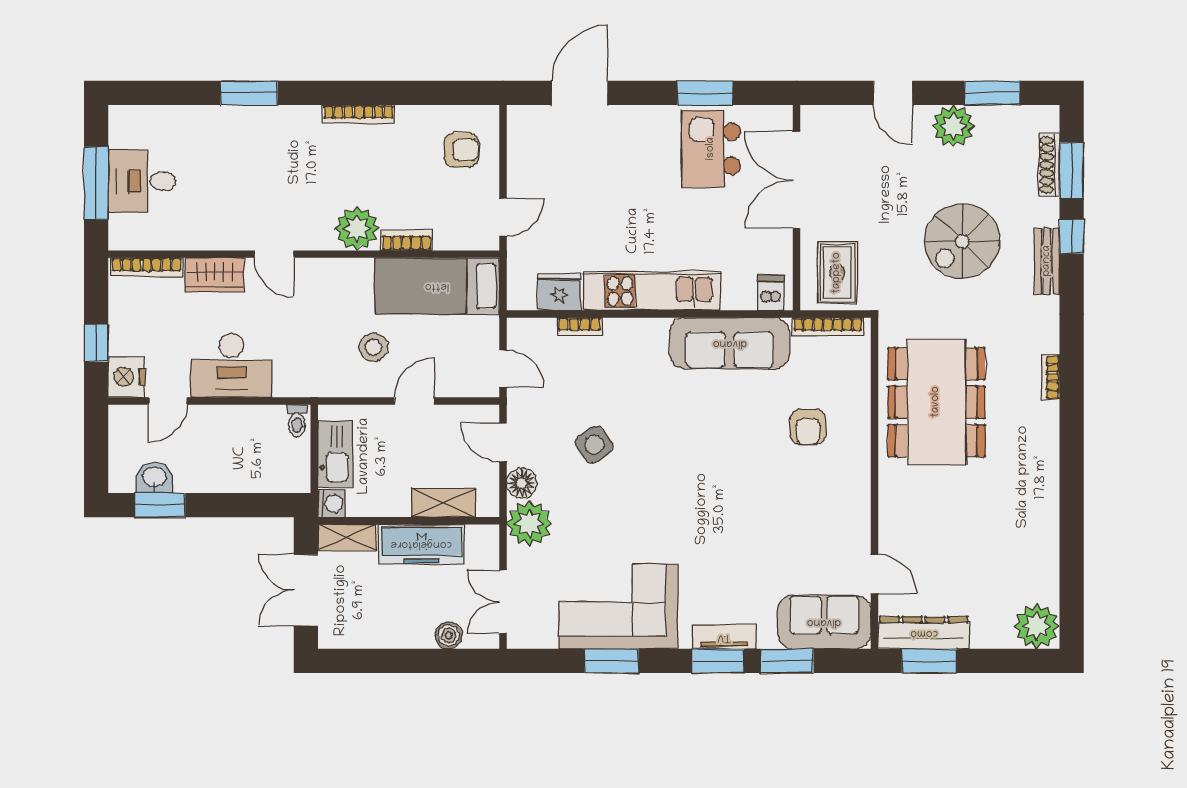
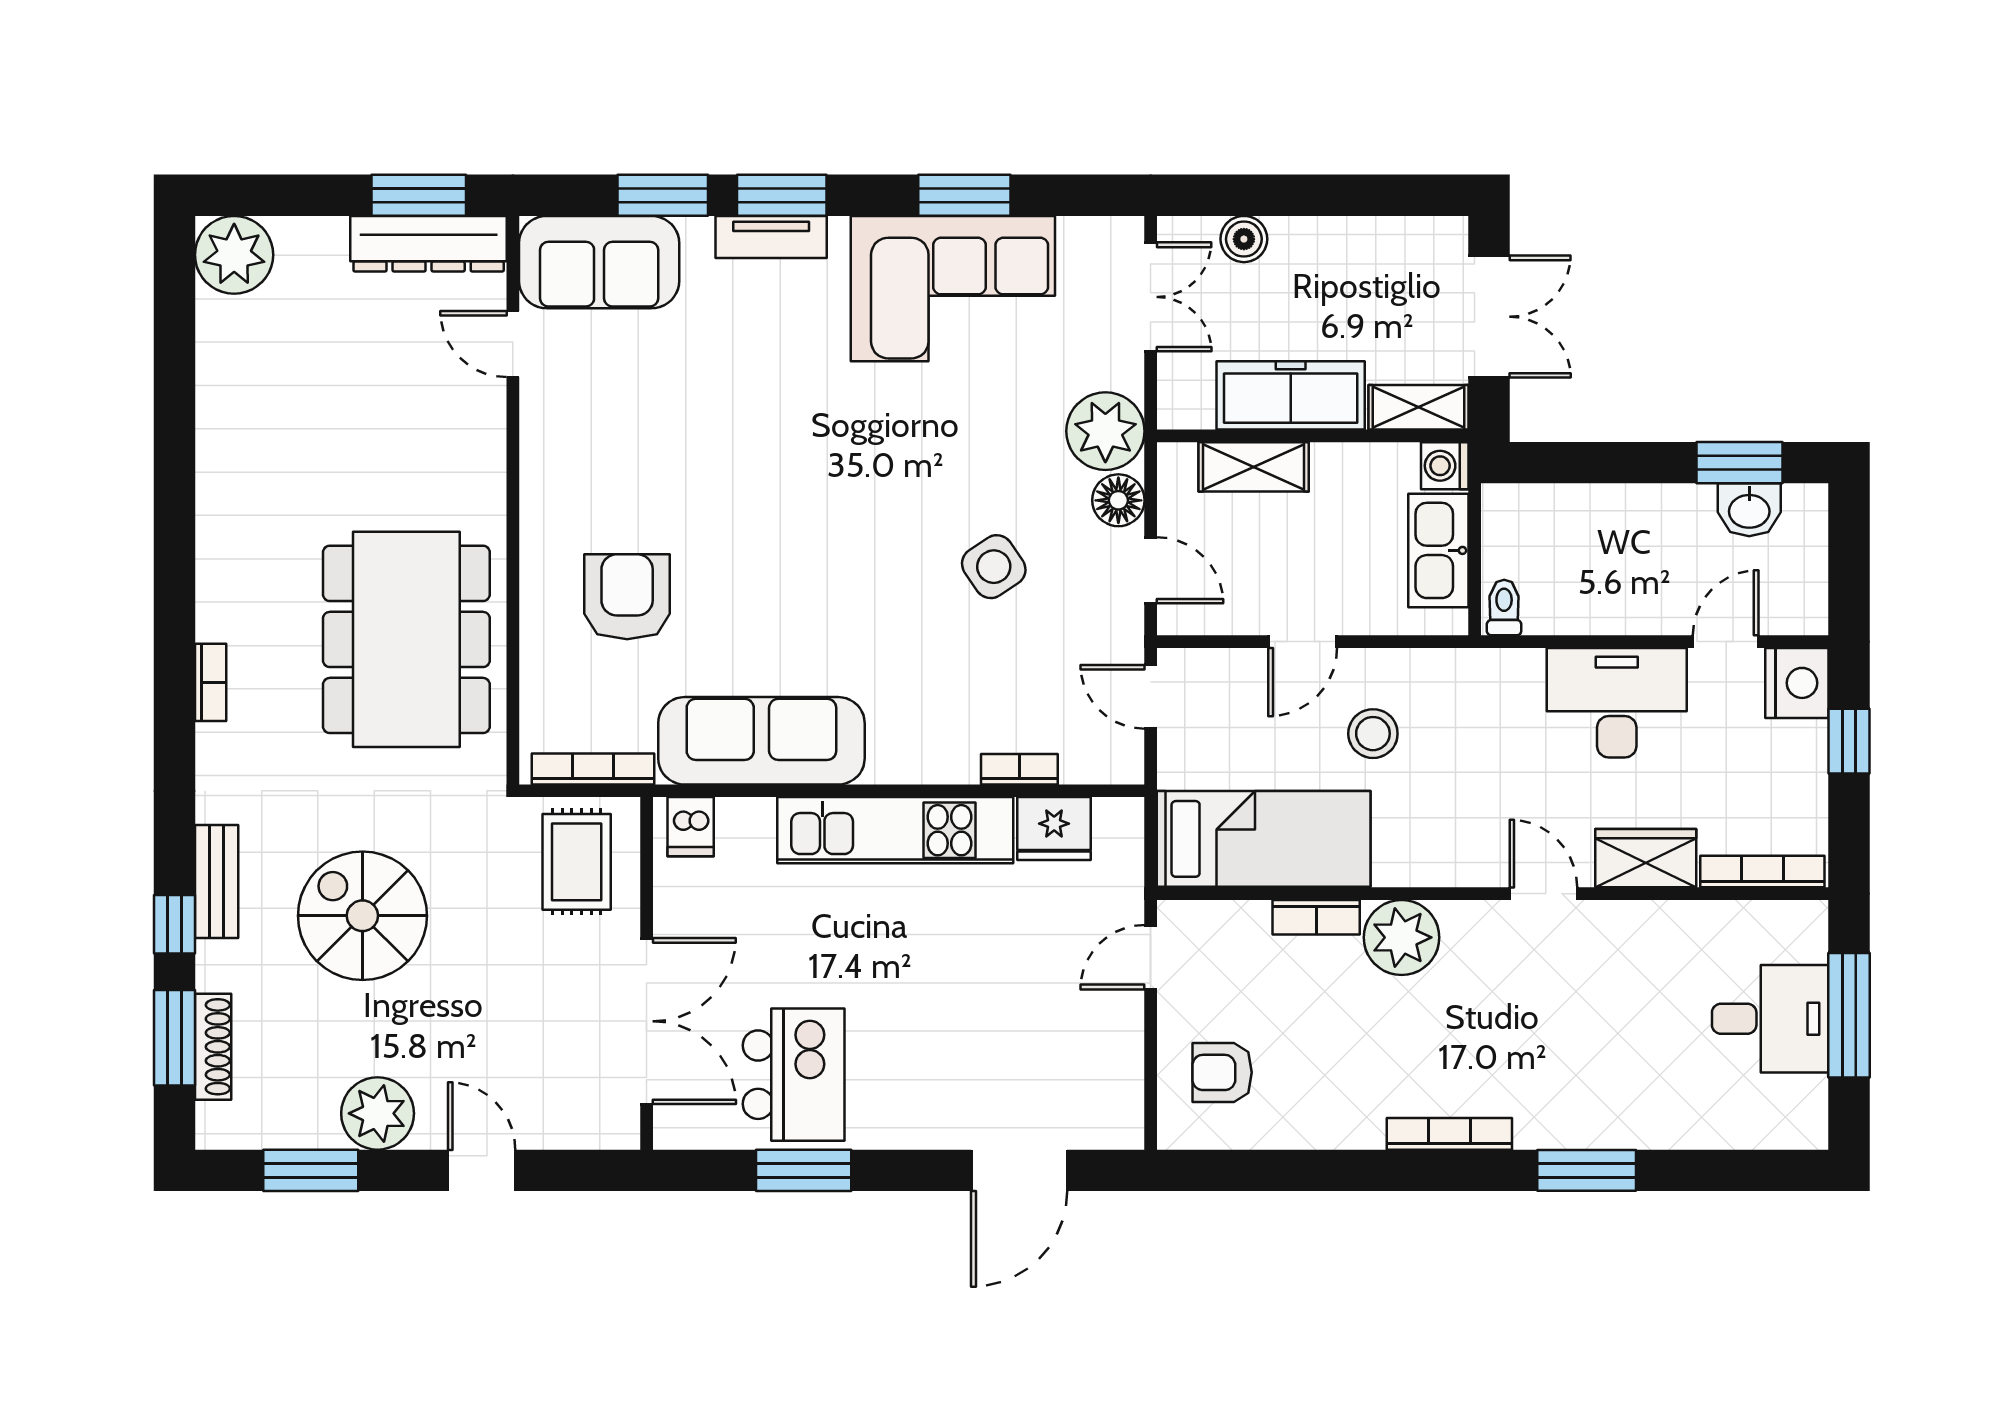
bookcase: (358, 114) -> (1449, 1134), moved
spiral stairs: (962, 241) -> (362, 916), turned -90
armchair: (808, 427) -> (627, 597), width x1.38, depth x1.38

